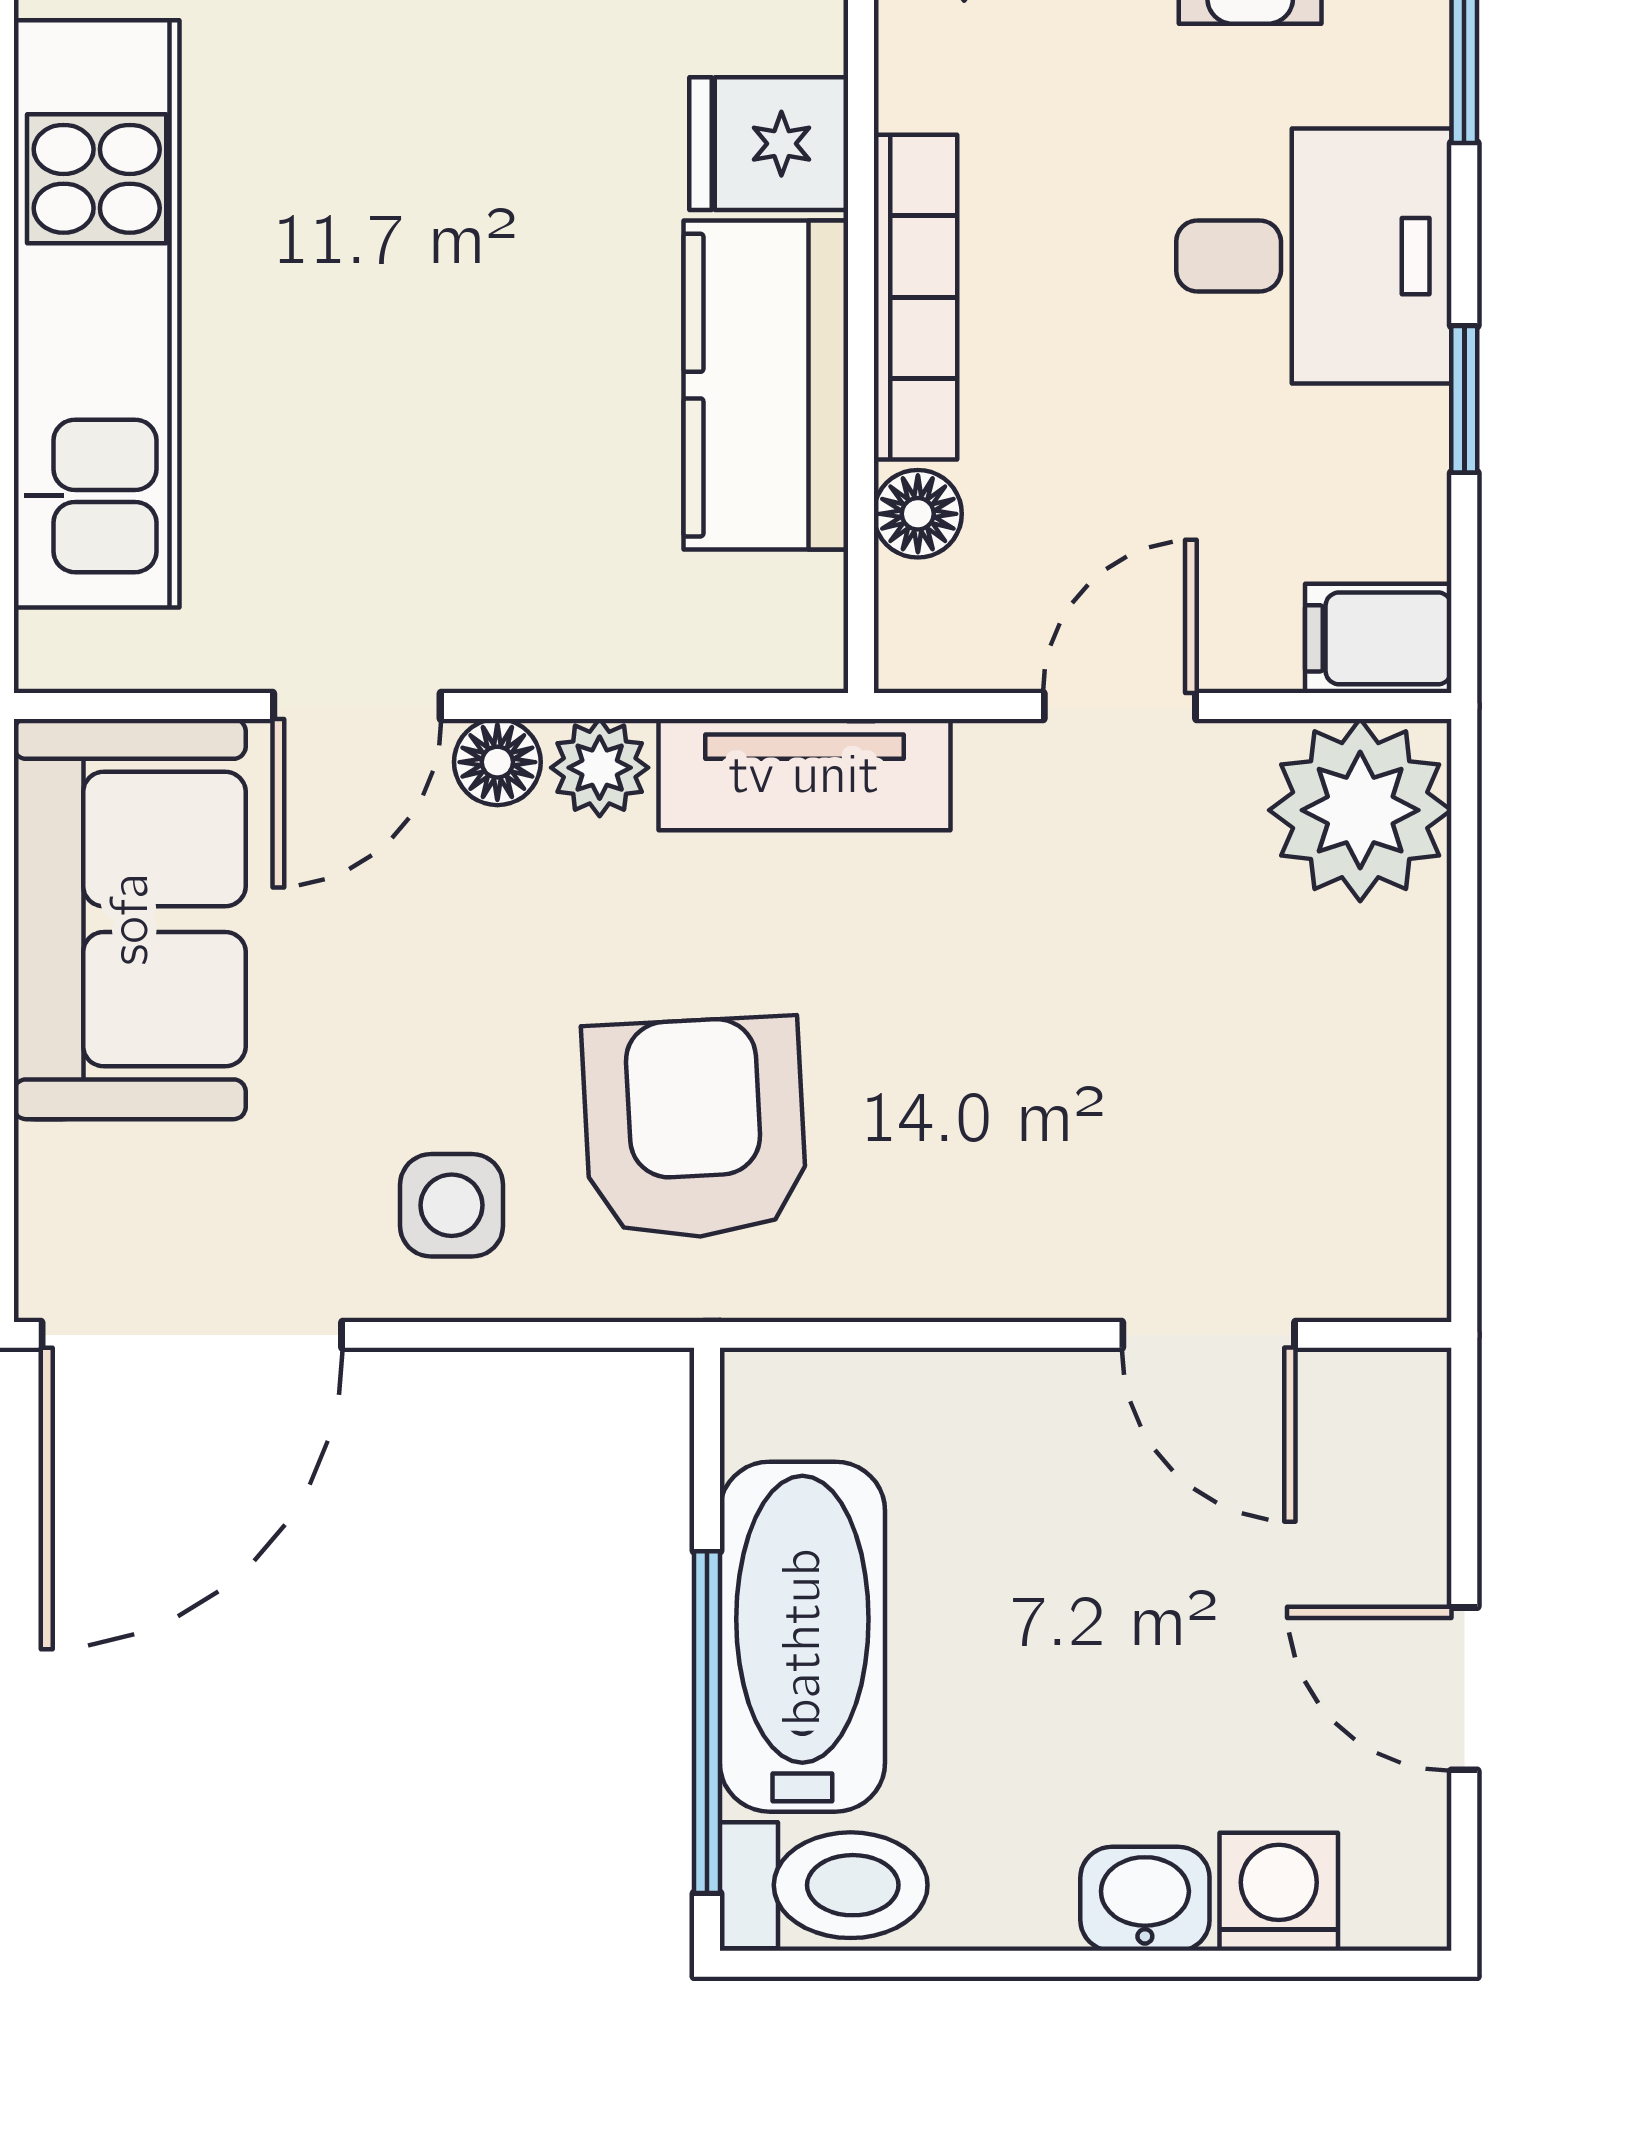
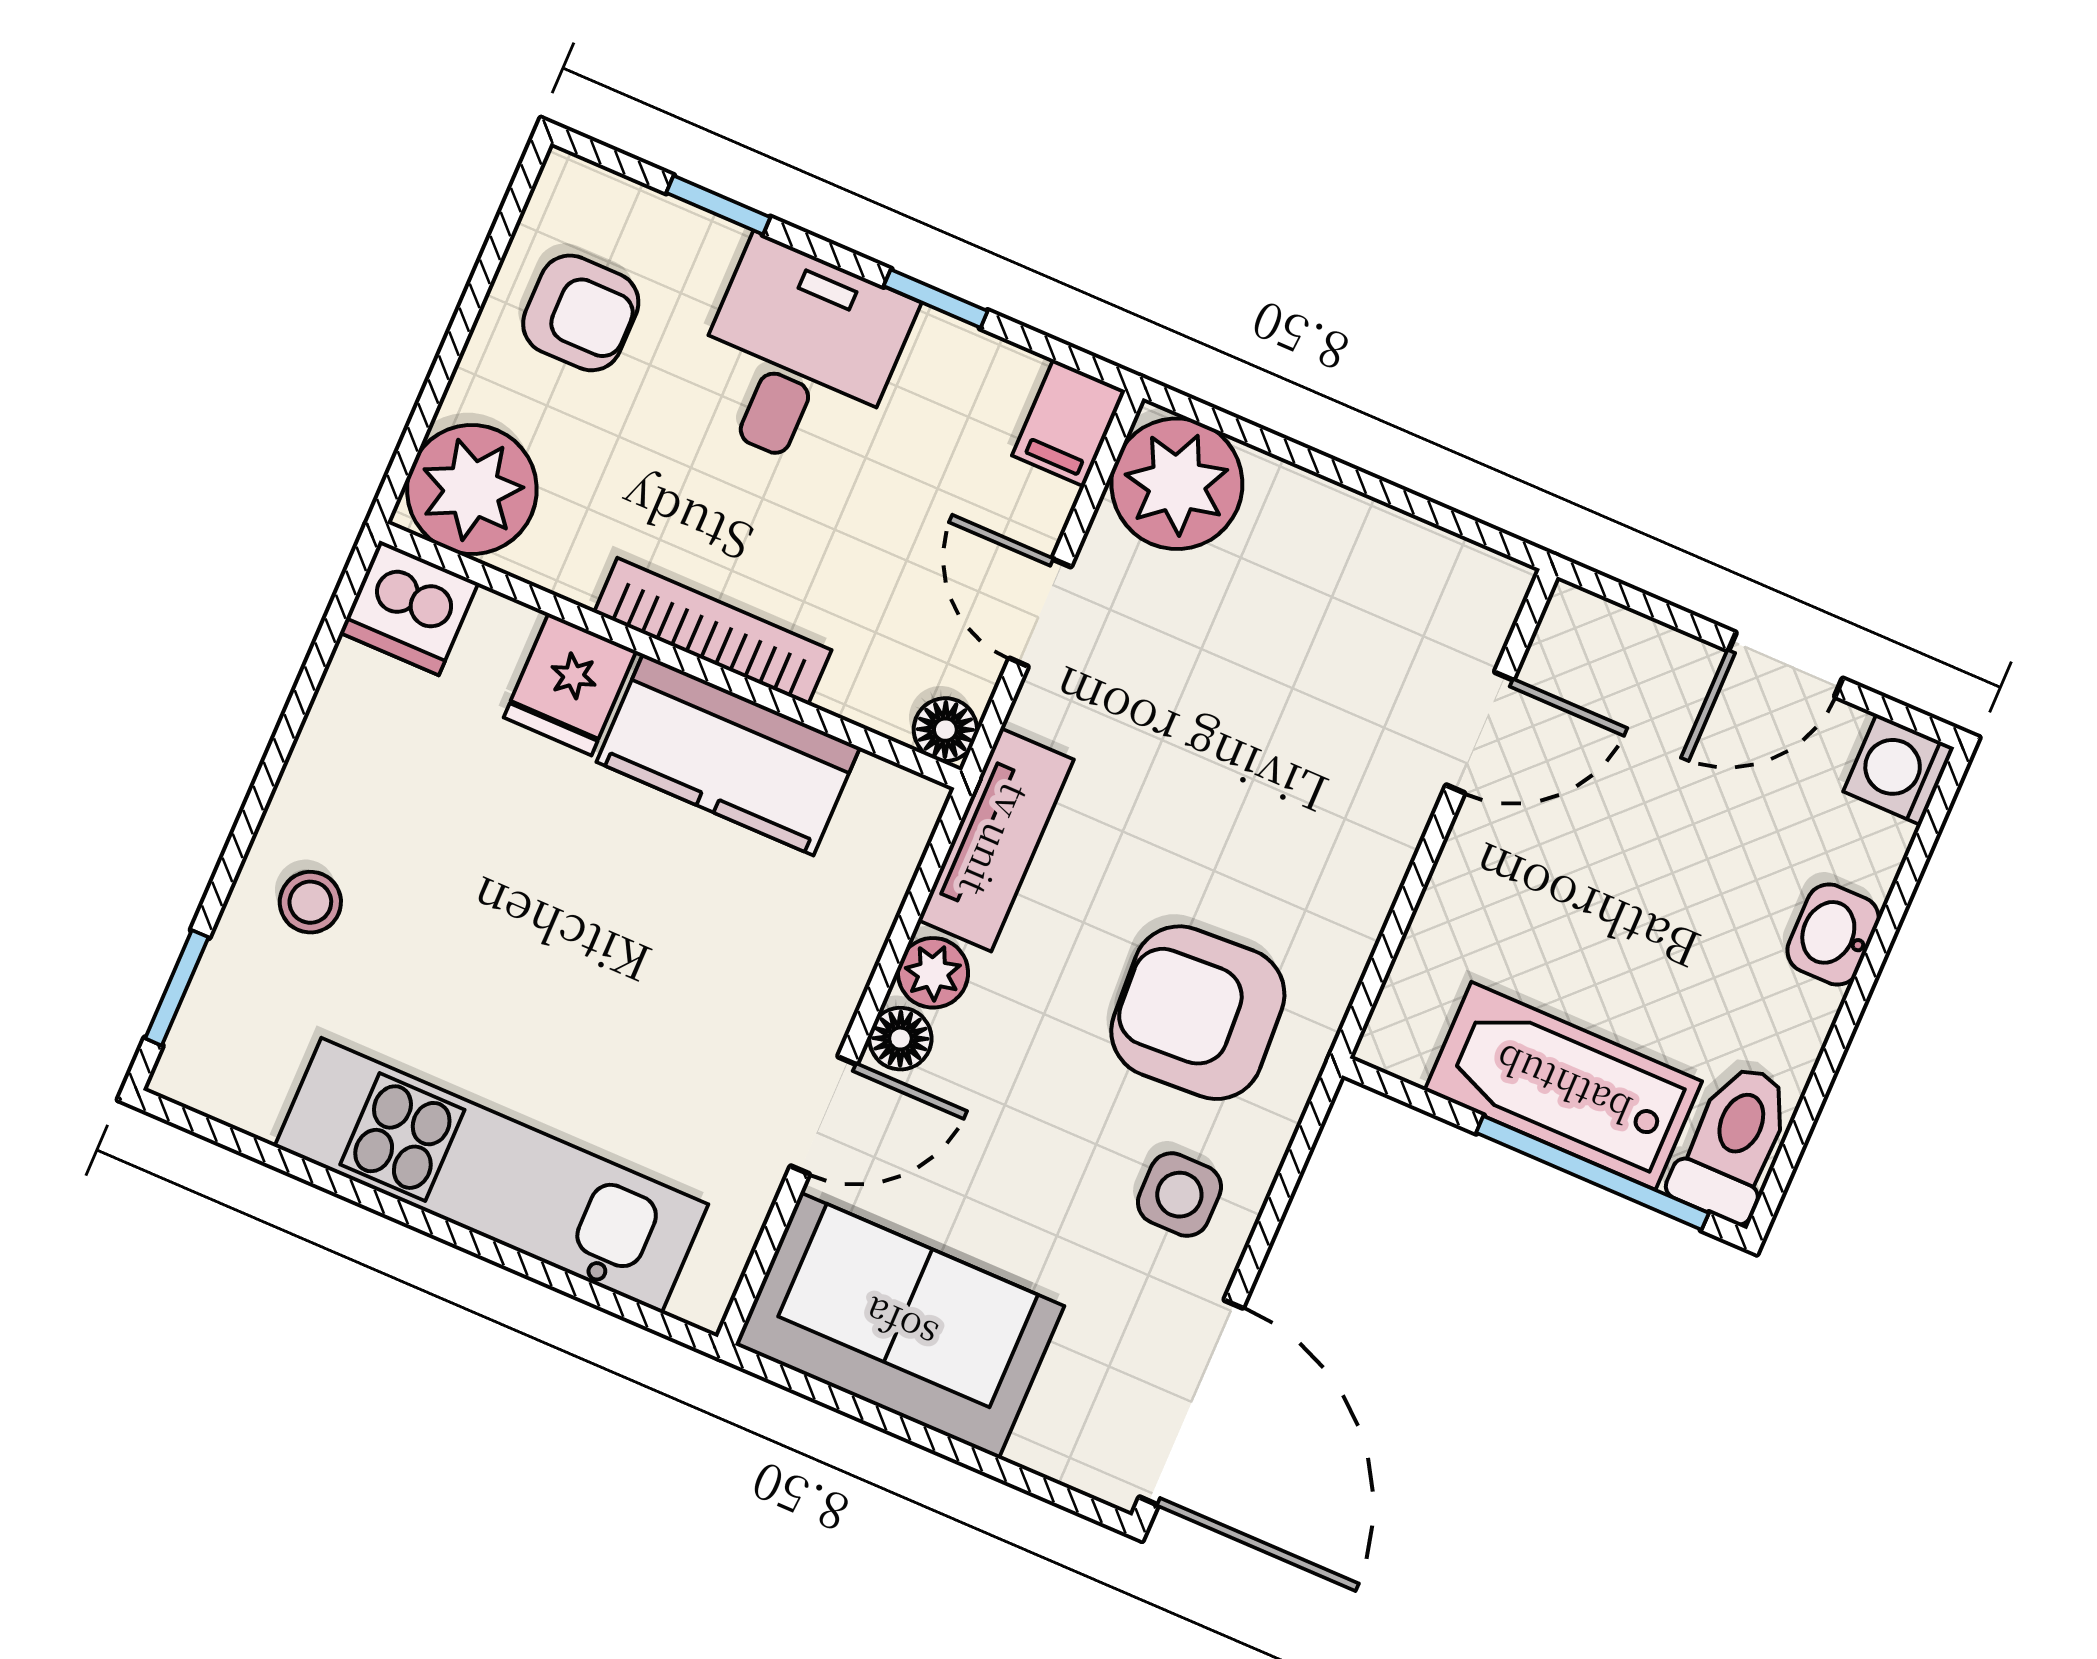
floor lamp: (918, 514) -> (945, 730), moved
door: (357, 706) -> (824, 1115), hinge flipped
washing machine: (1279, 1892) -> (1899, 770), moved

